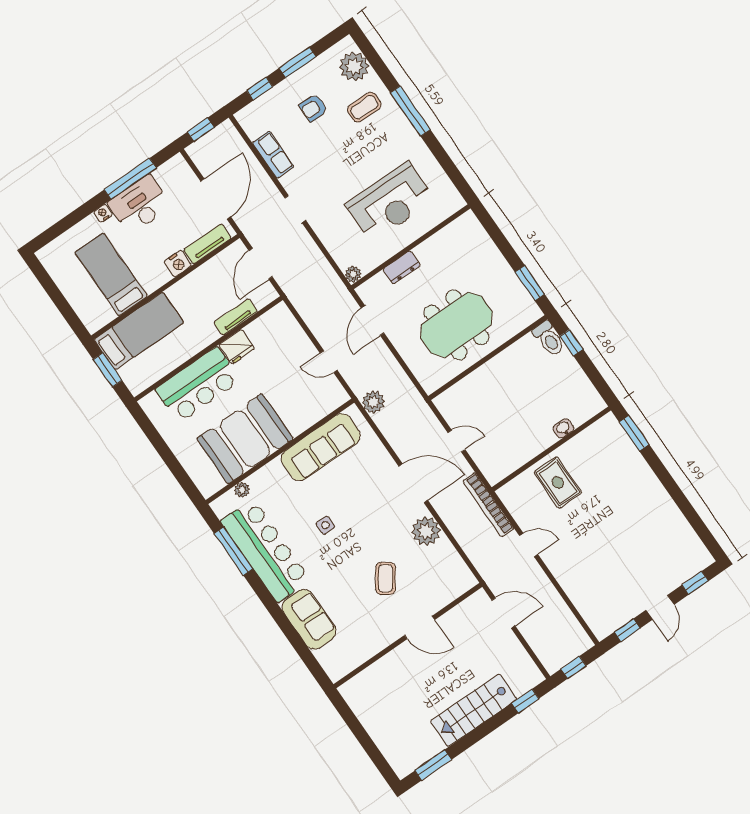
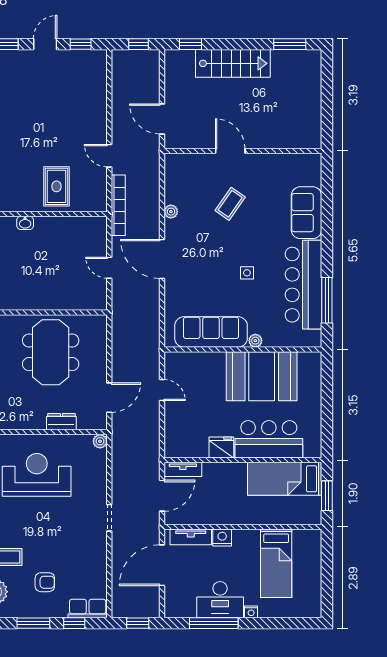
row of seats: (273, 155) -> (88, 609), moved, turned 90
tv unit: (236, 317) -> (183, 469), moved
meeting table: (456, 325) -> (51, 352), turned 90
bed: (139, 331) -> (285, 479), moved
plant: (373, 402) -> (150, 338), removed
plant: (242, 490) -> (255, 341), moved
plant: (426, 531) -> (171, 212), width x0.53, depth x0.53

